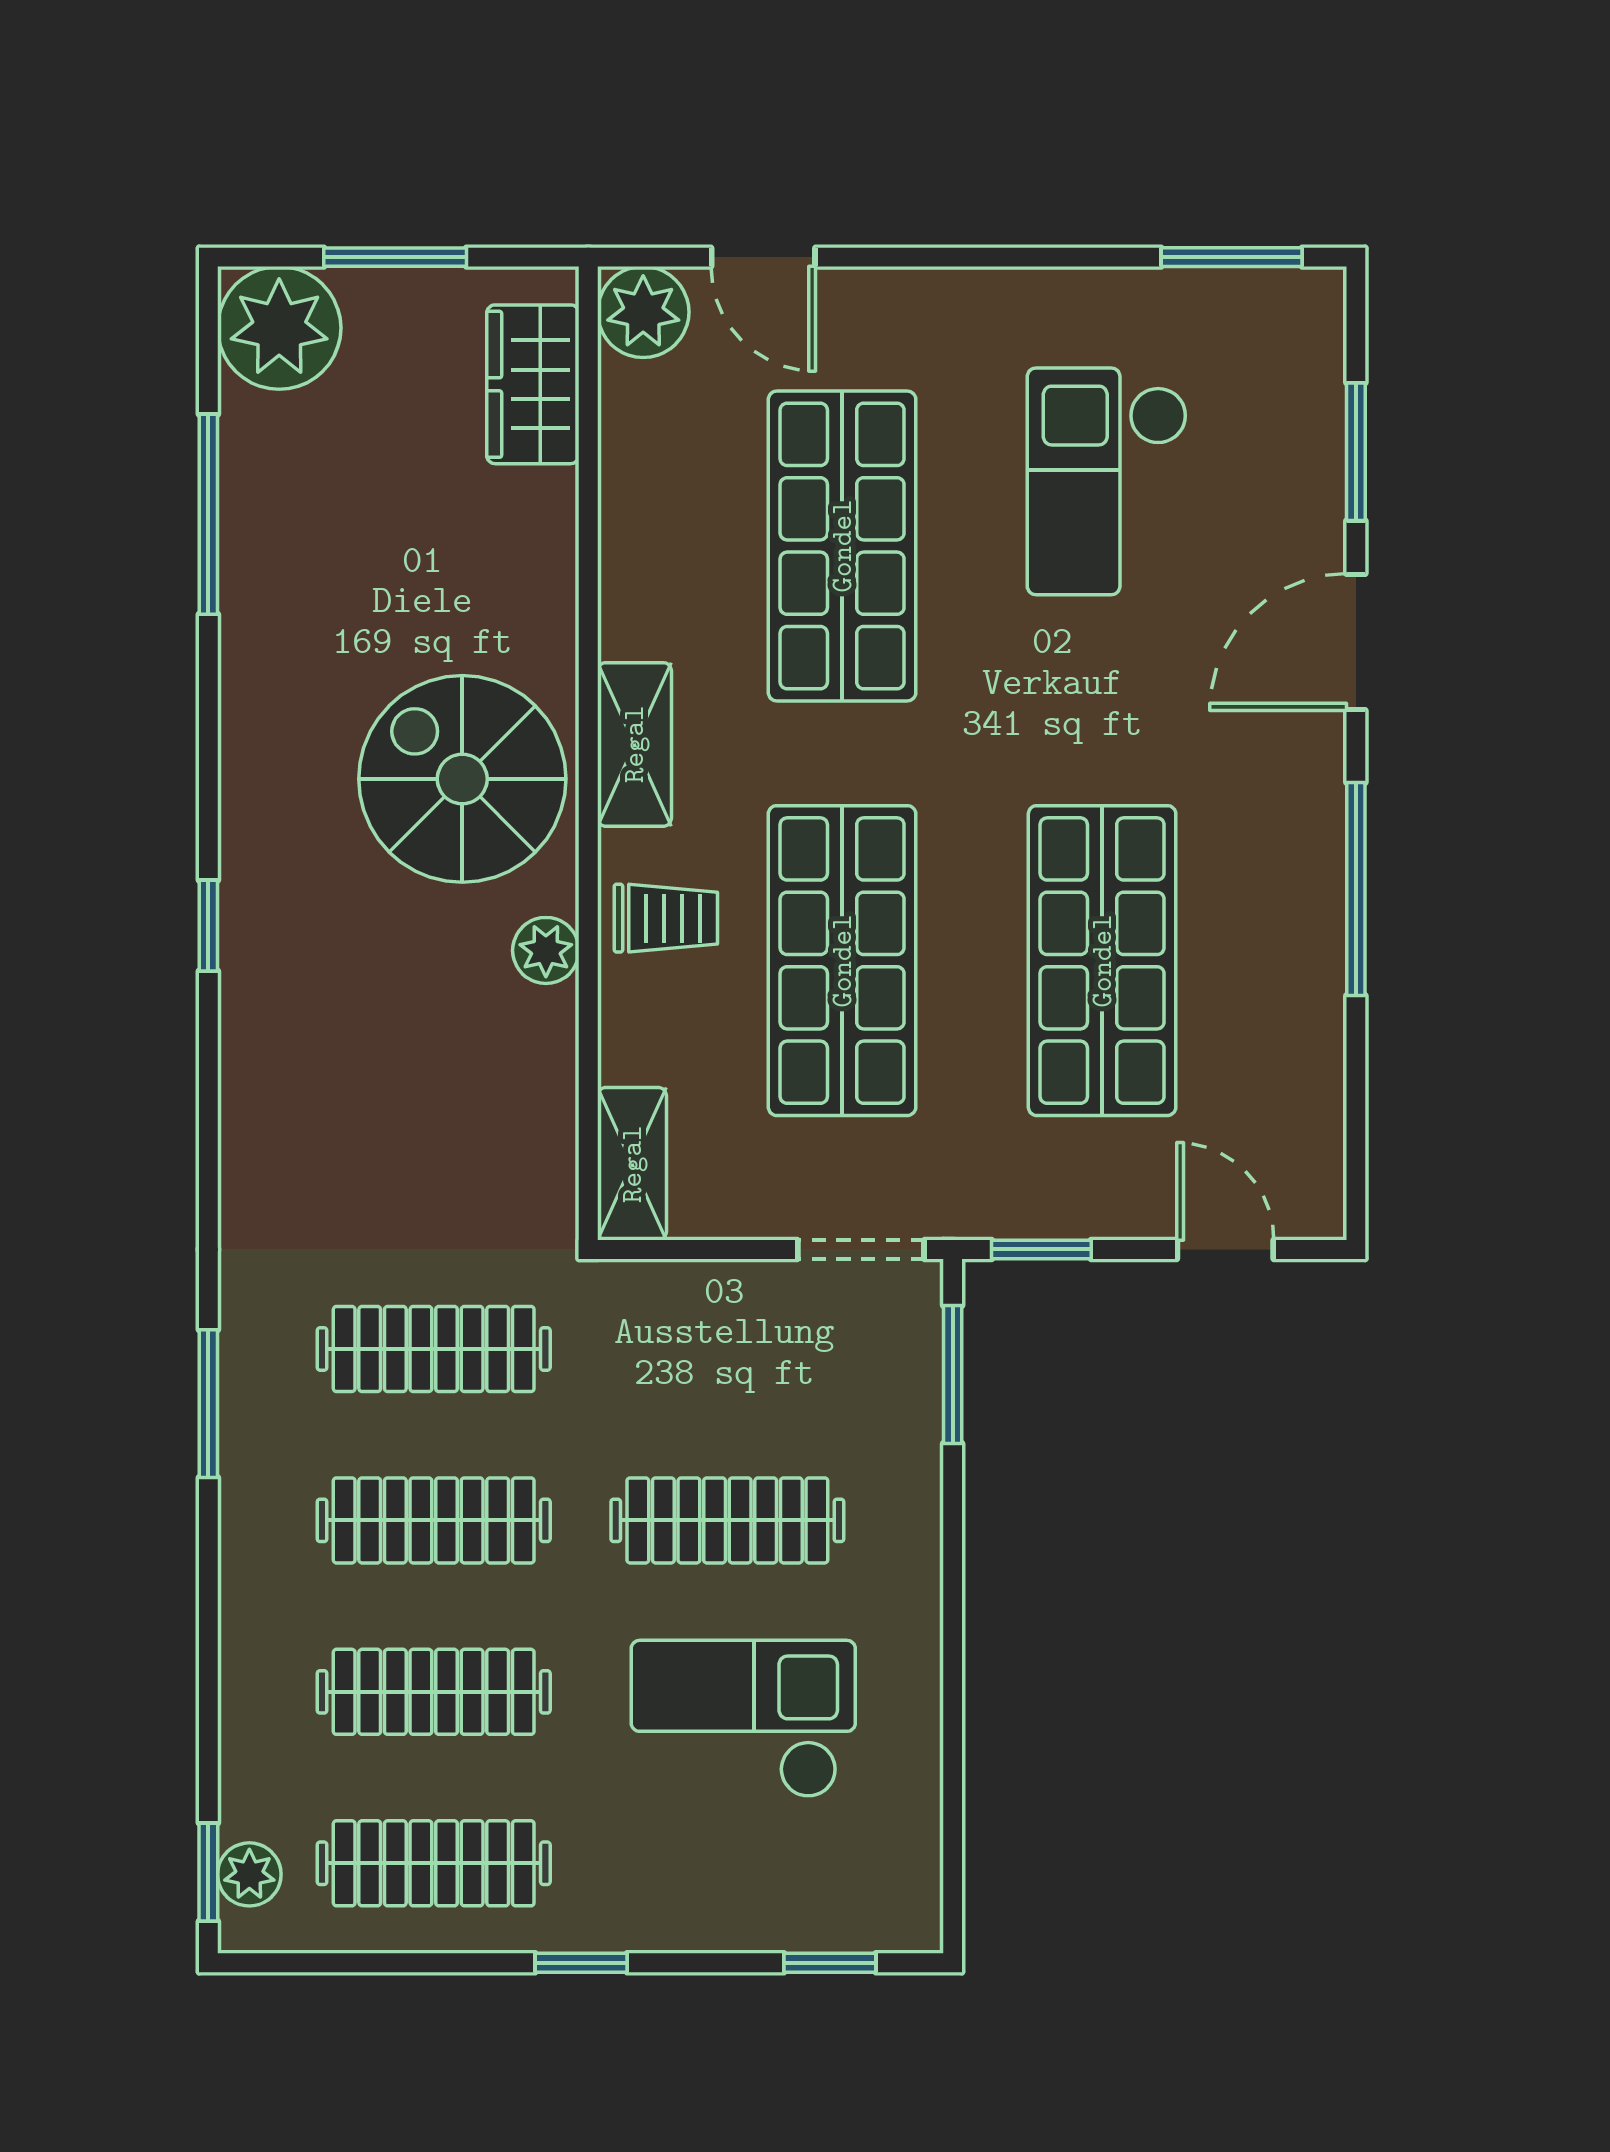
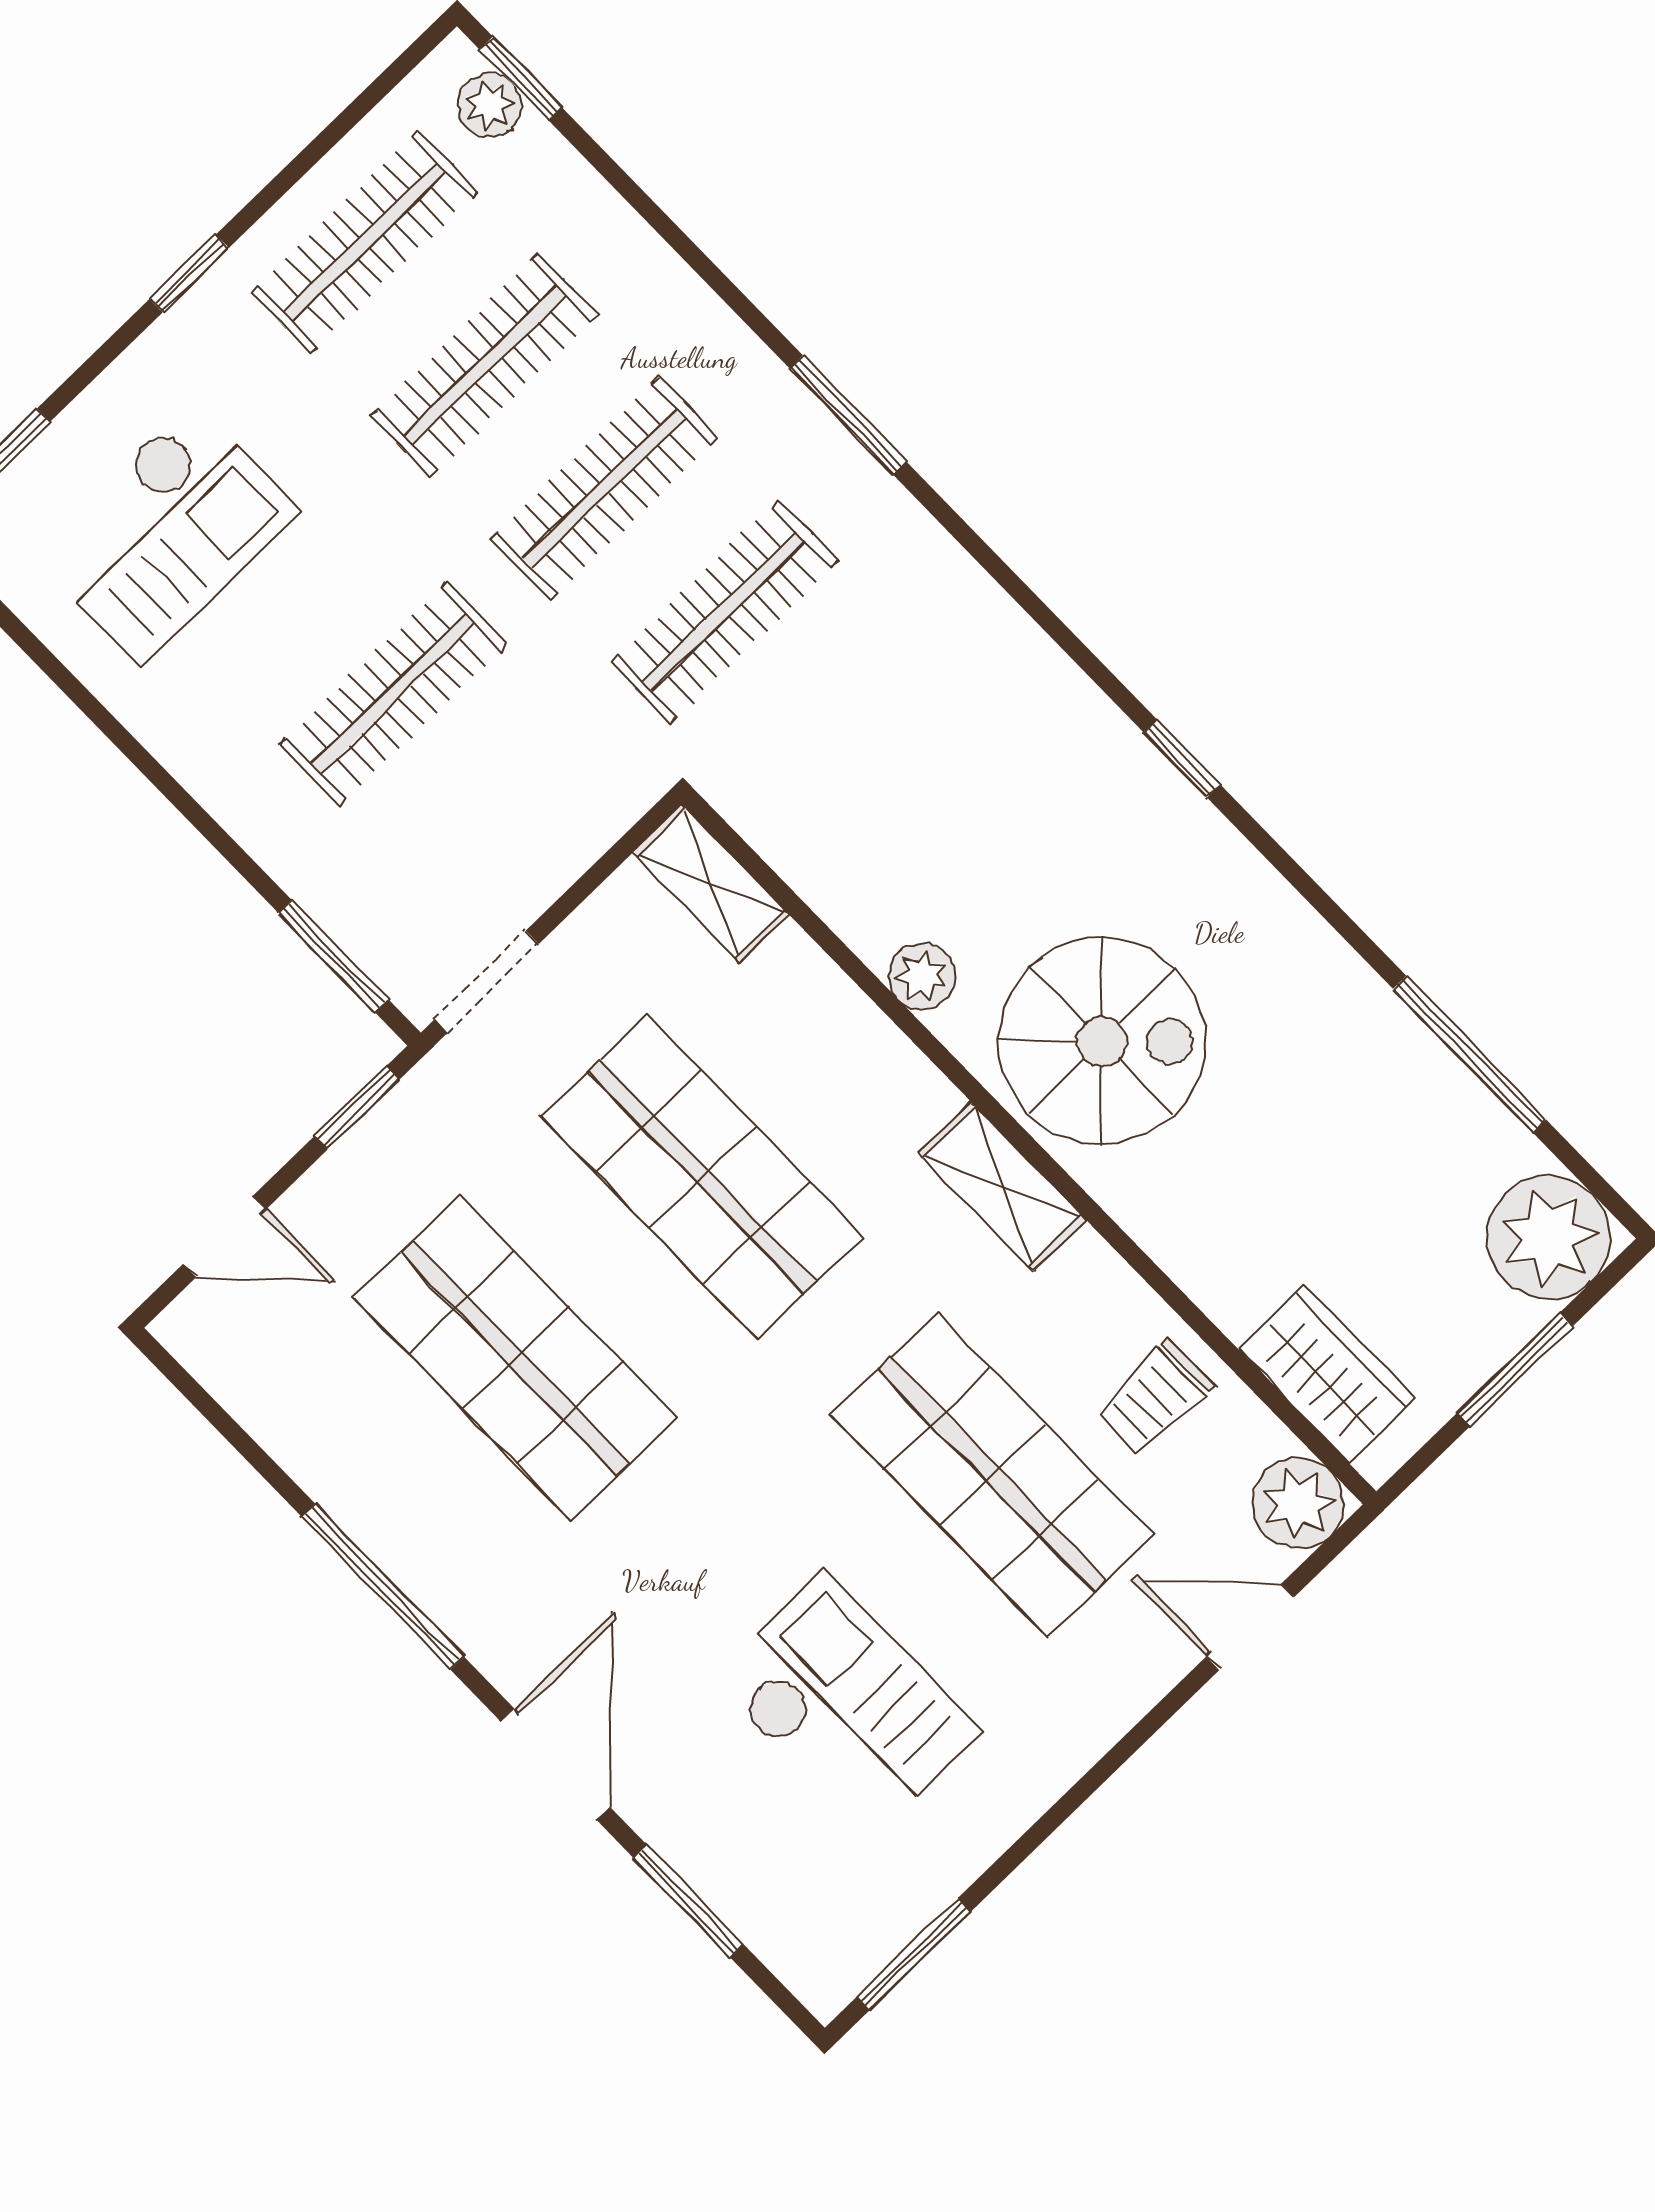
trolley: (666, 918) -> (1155, 1398), moved
checkout: (743, 1719) -> (166, 533), moved

